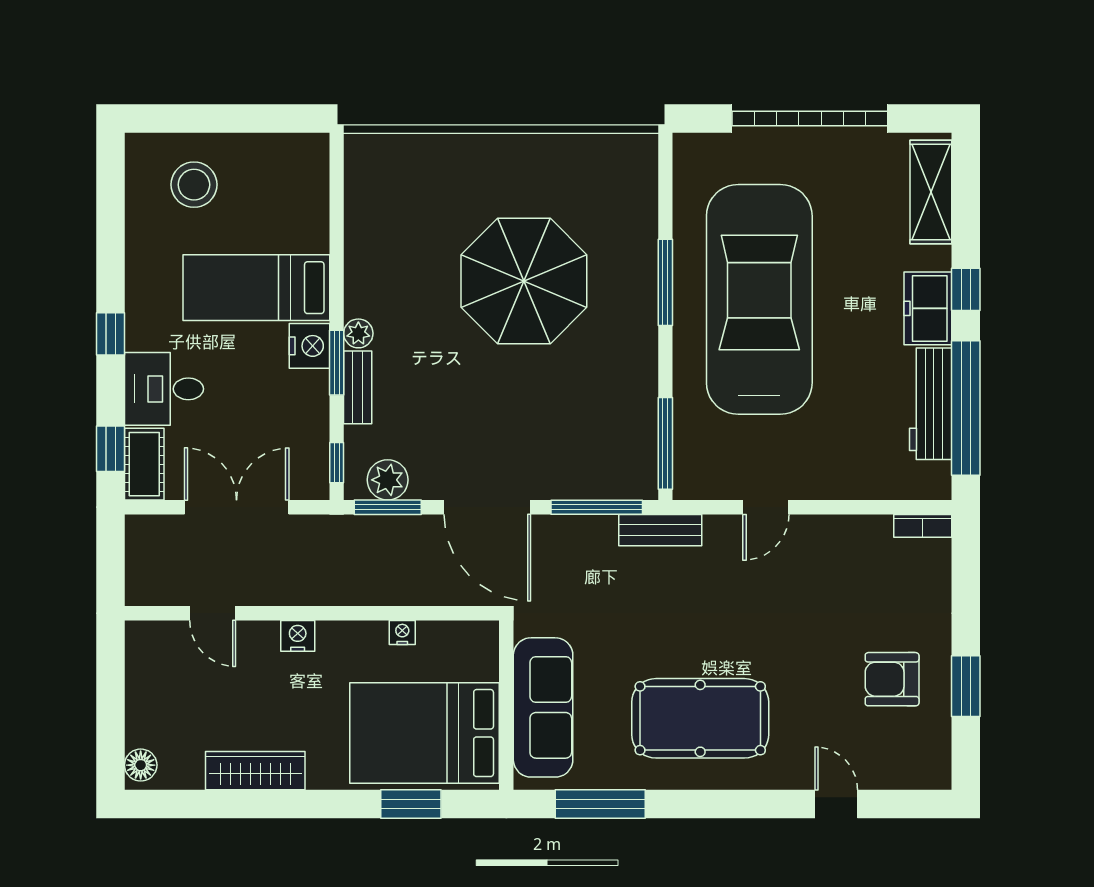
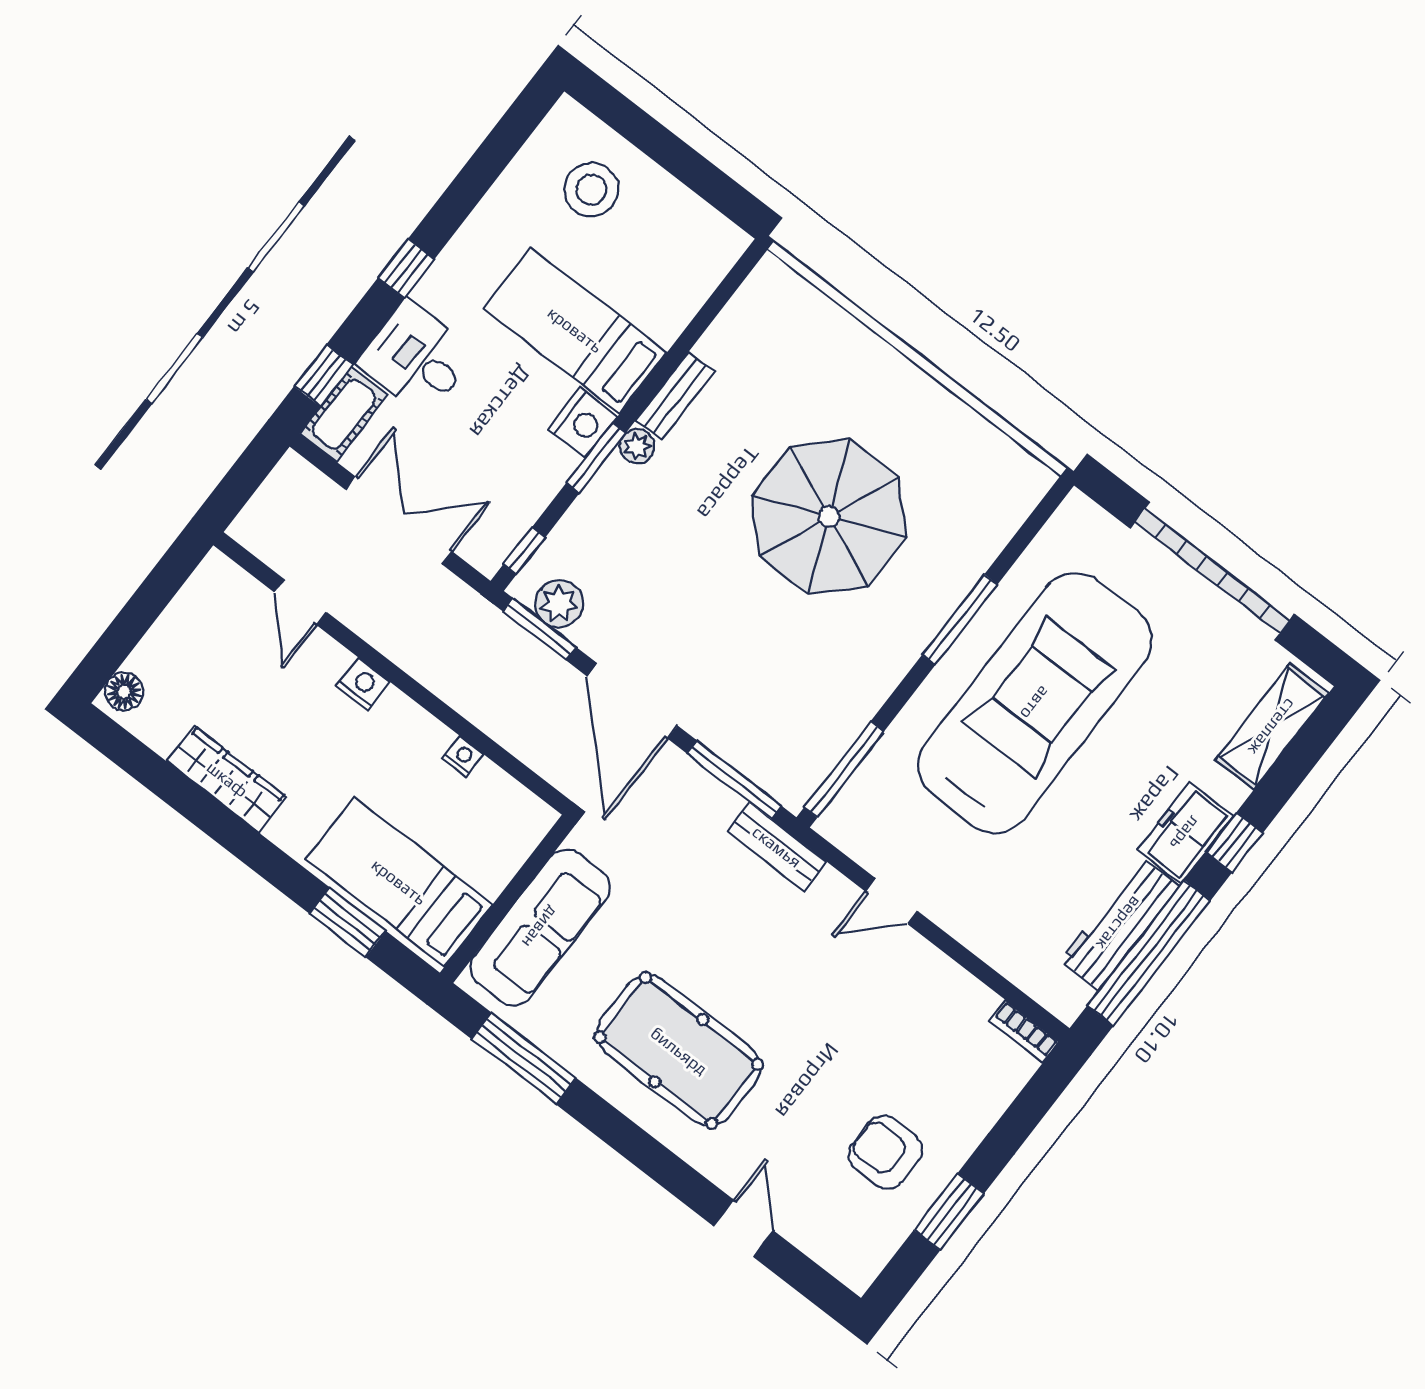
bench: (358, 387) -> (675, 396), moved
bed: (425, 733) -> (399, 882), width x0.67

